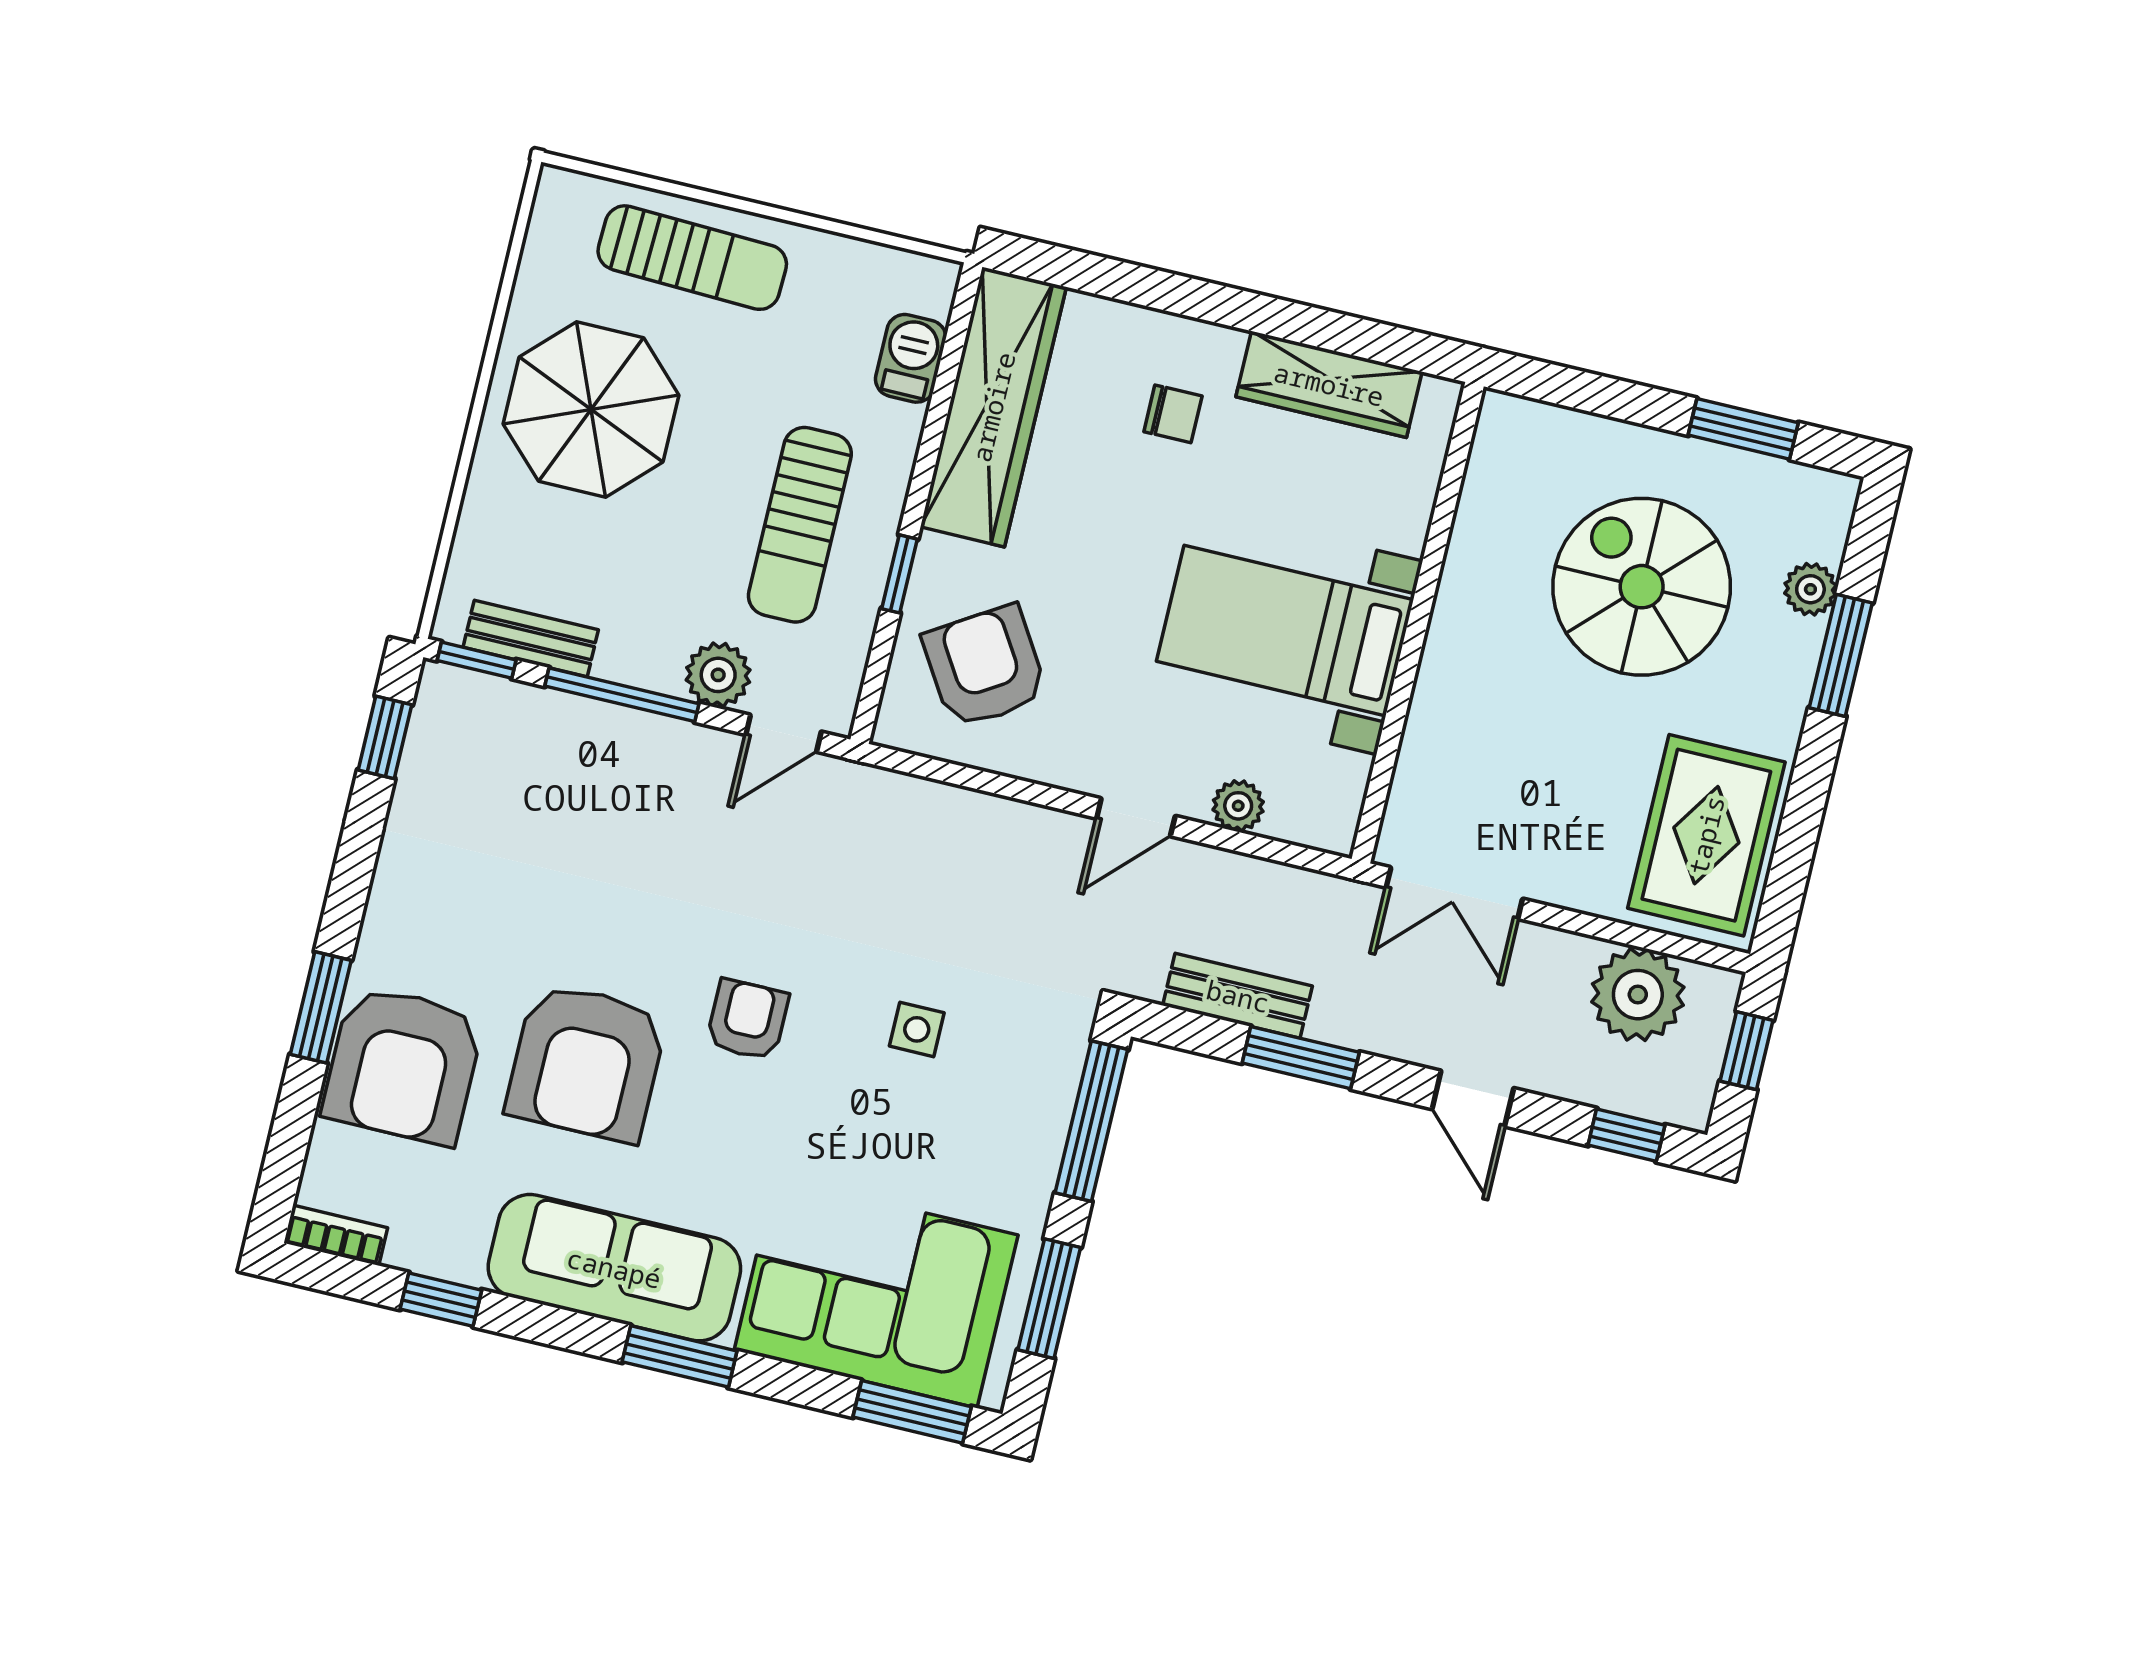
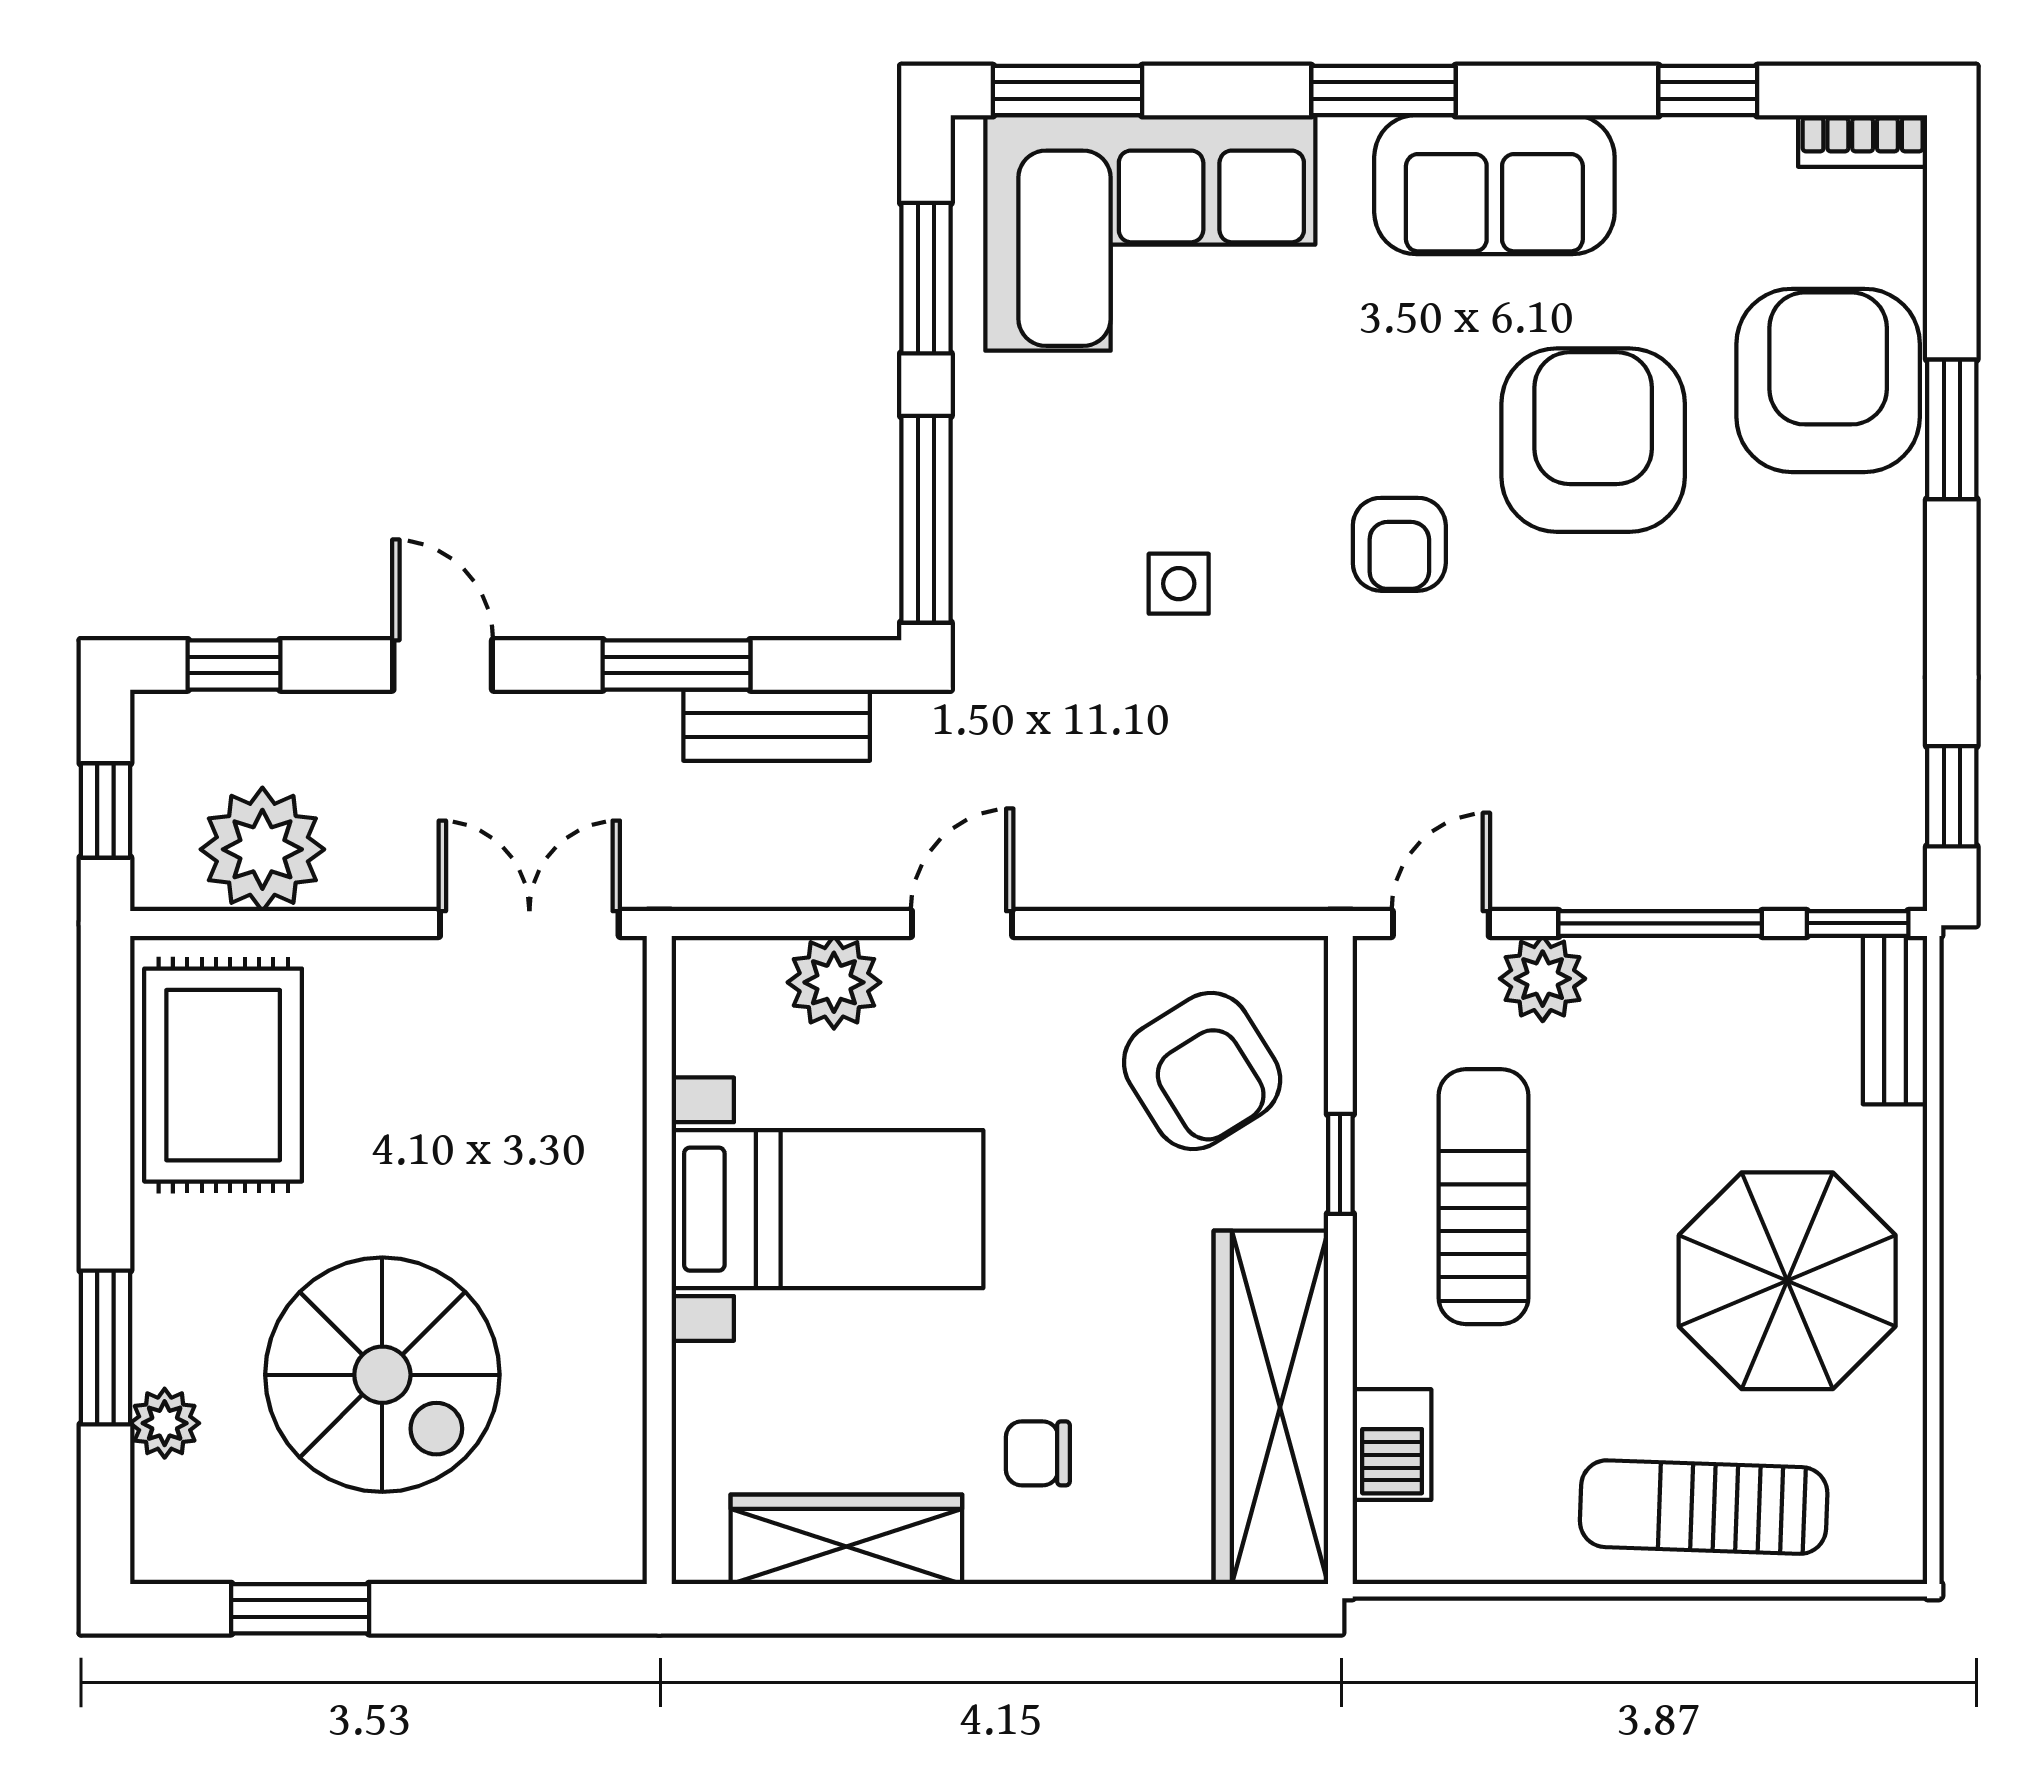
bench: (531, 638) -> (1895, 1020), moved, turned 90
plant: (1238, 806) -> (834, 982), width x1.38, depth x1.38
sofa: (614, 1268) -> (1494, 185), width x0.73

